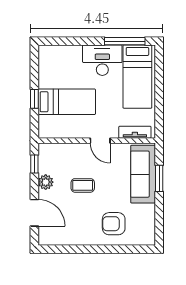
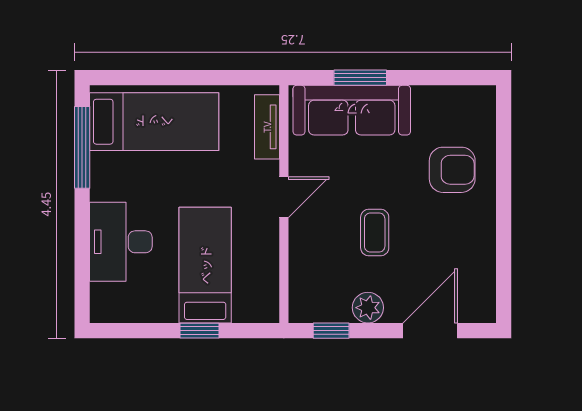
desk: (102, 60) -> (121, 242), moved
armchair: (114, 224) -> (452, 170), turned -90

